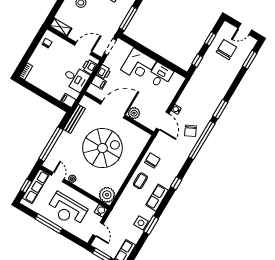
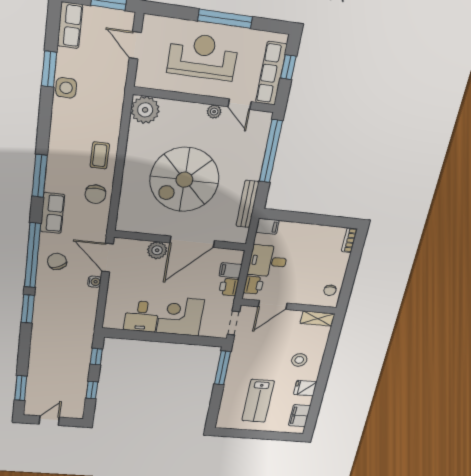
chair: (226, 50) -> (61, 387), removed
window: (176, 183) -> (40, 176), width x2.17
row of seats: (157, 198) -> (52, 213), moved
water cooler: (101, 211) -> (144, 79), removed
window: (151, 225) -> (49, 69), moved

